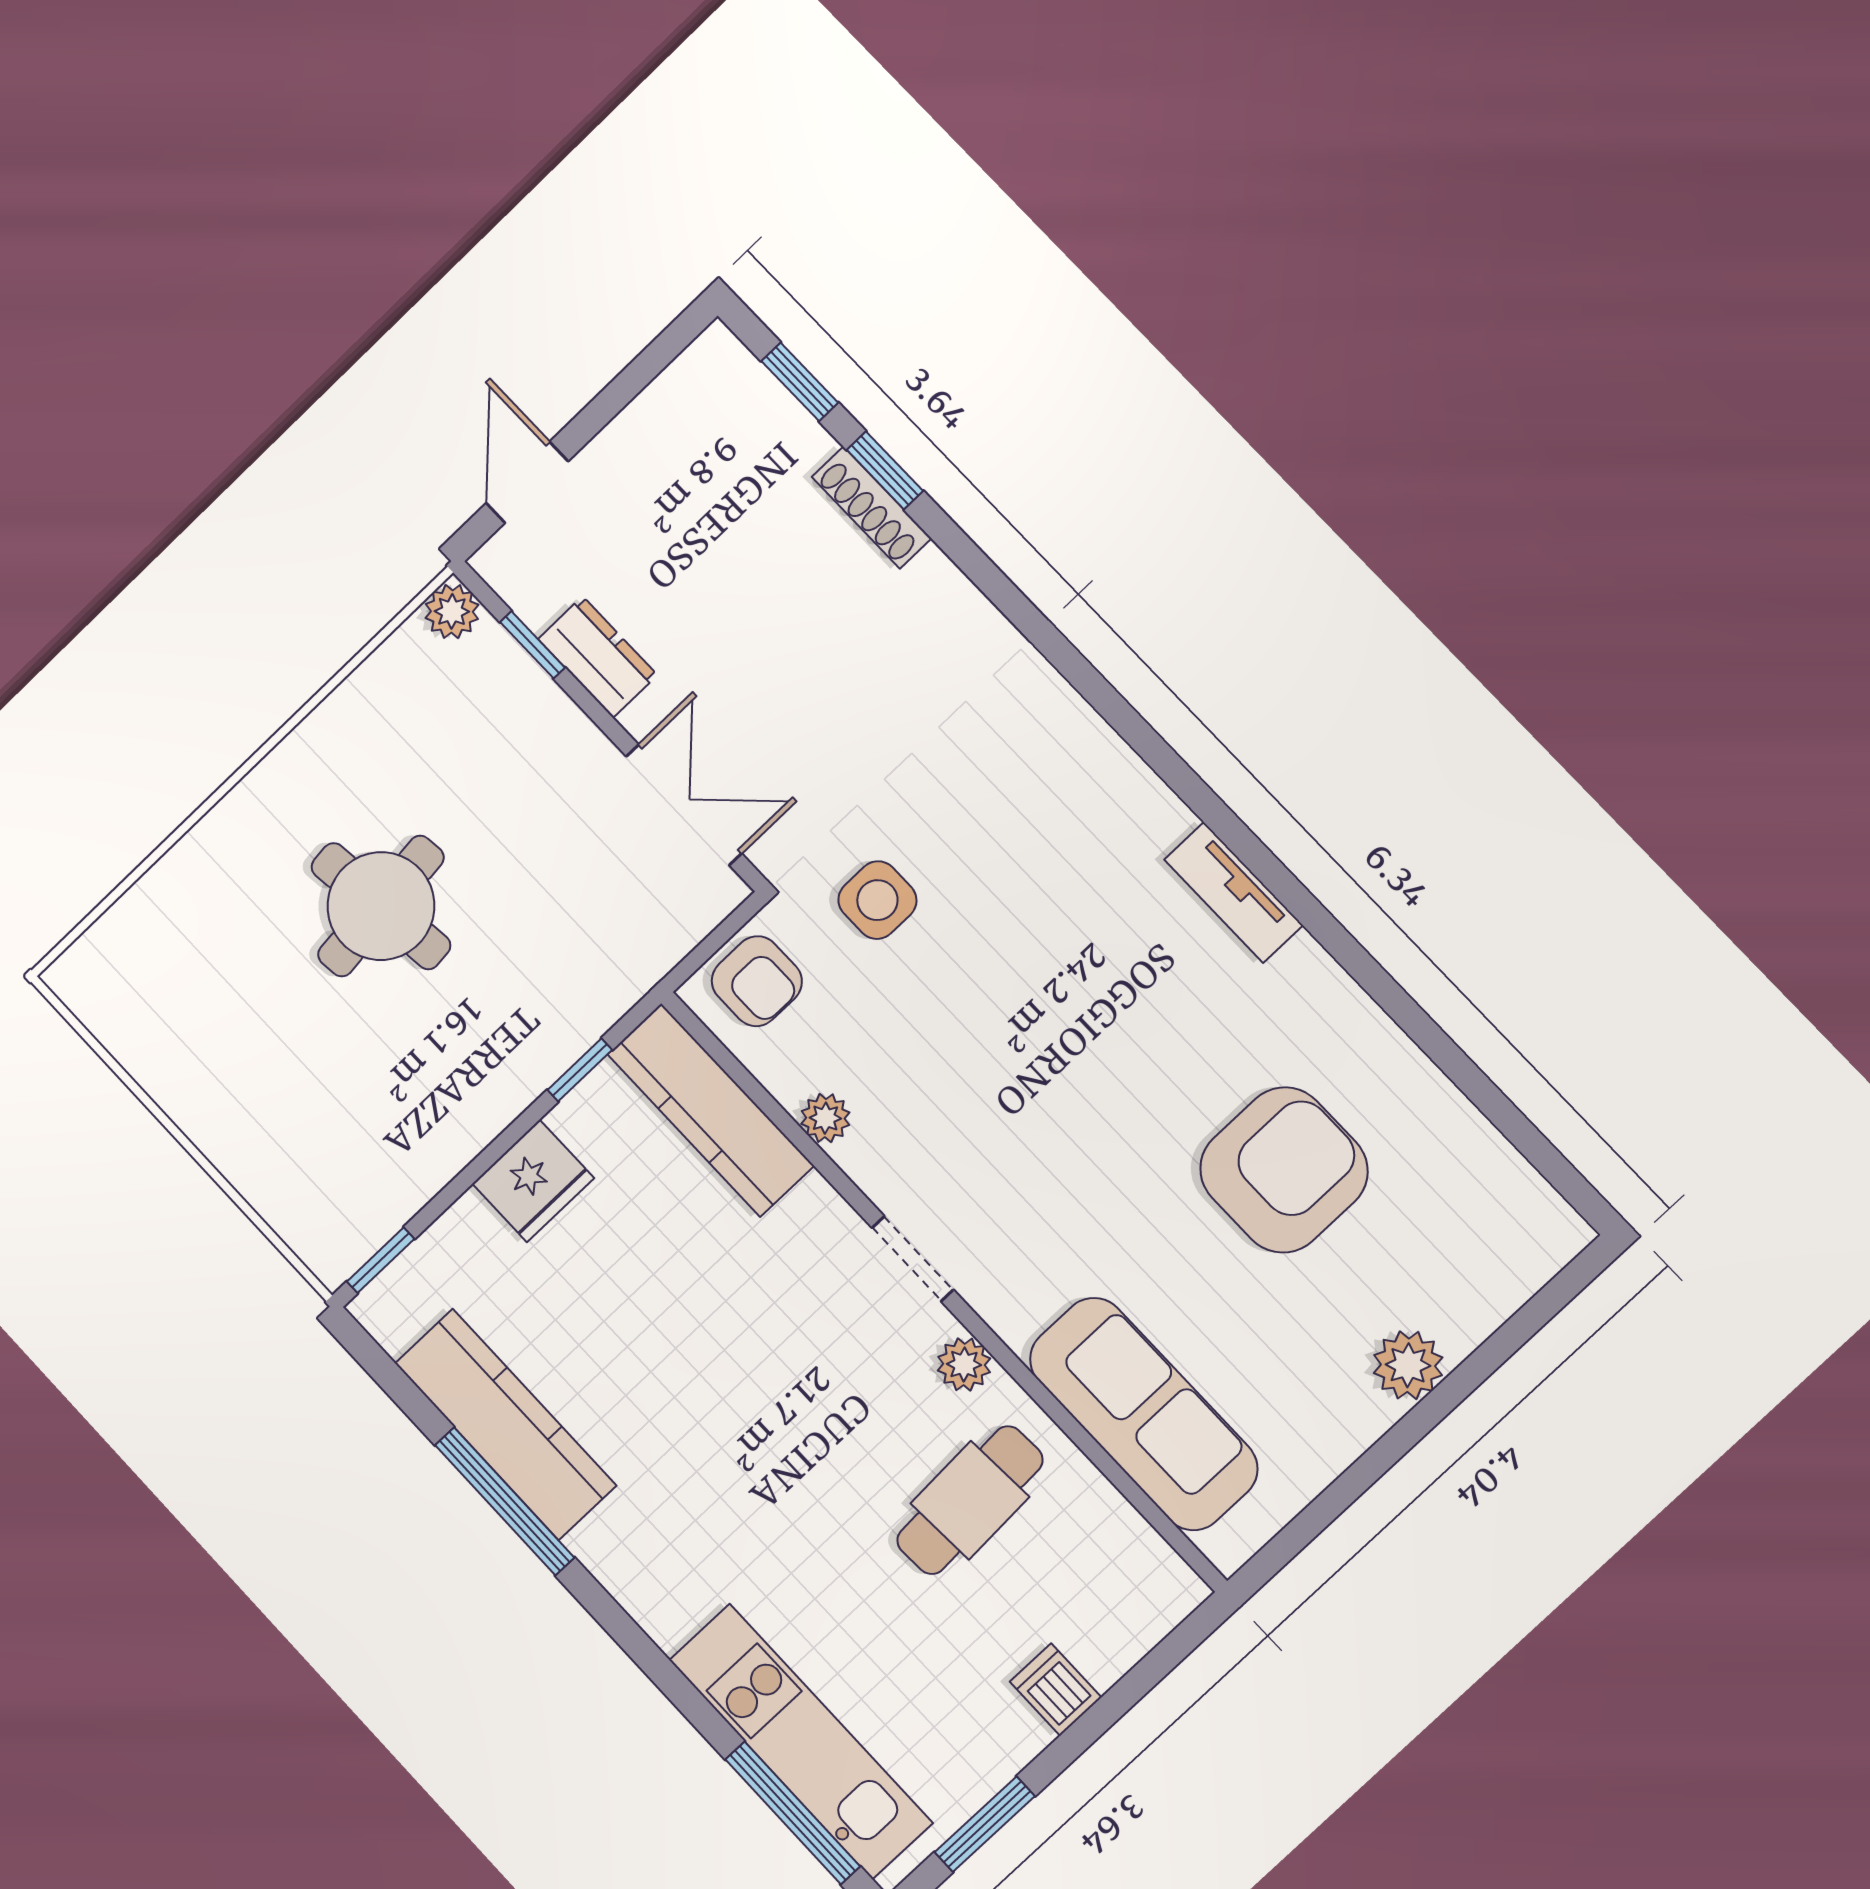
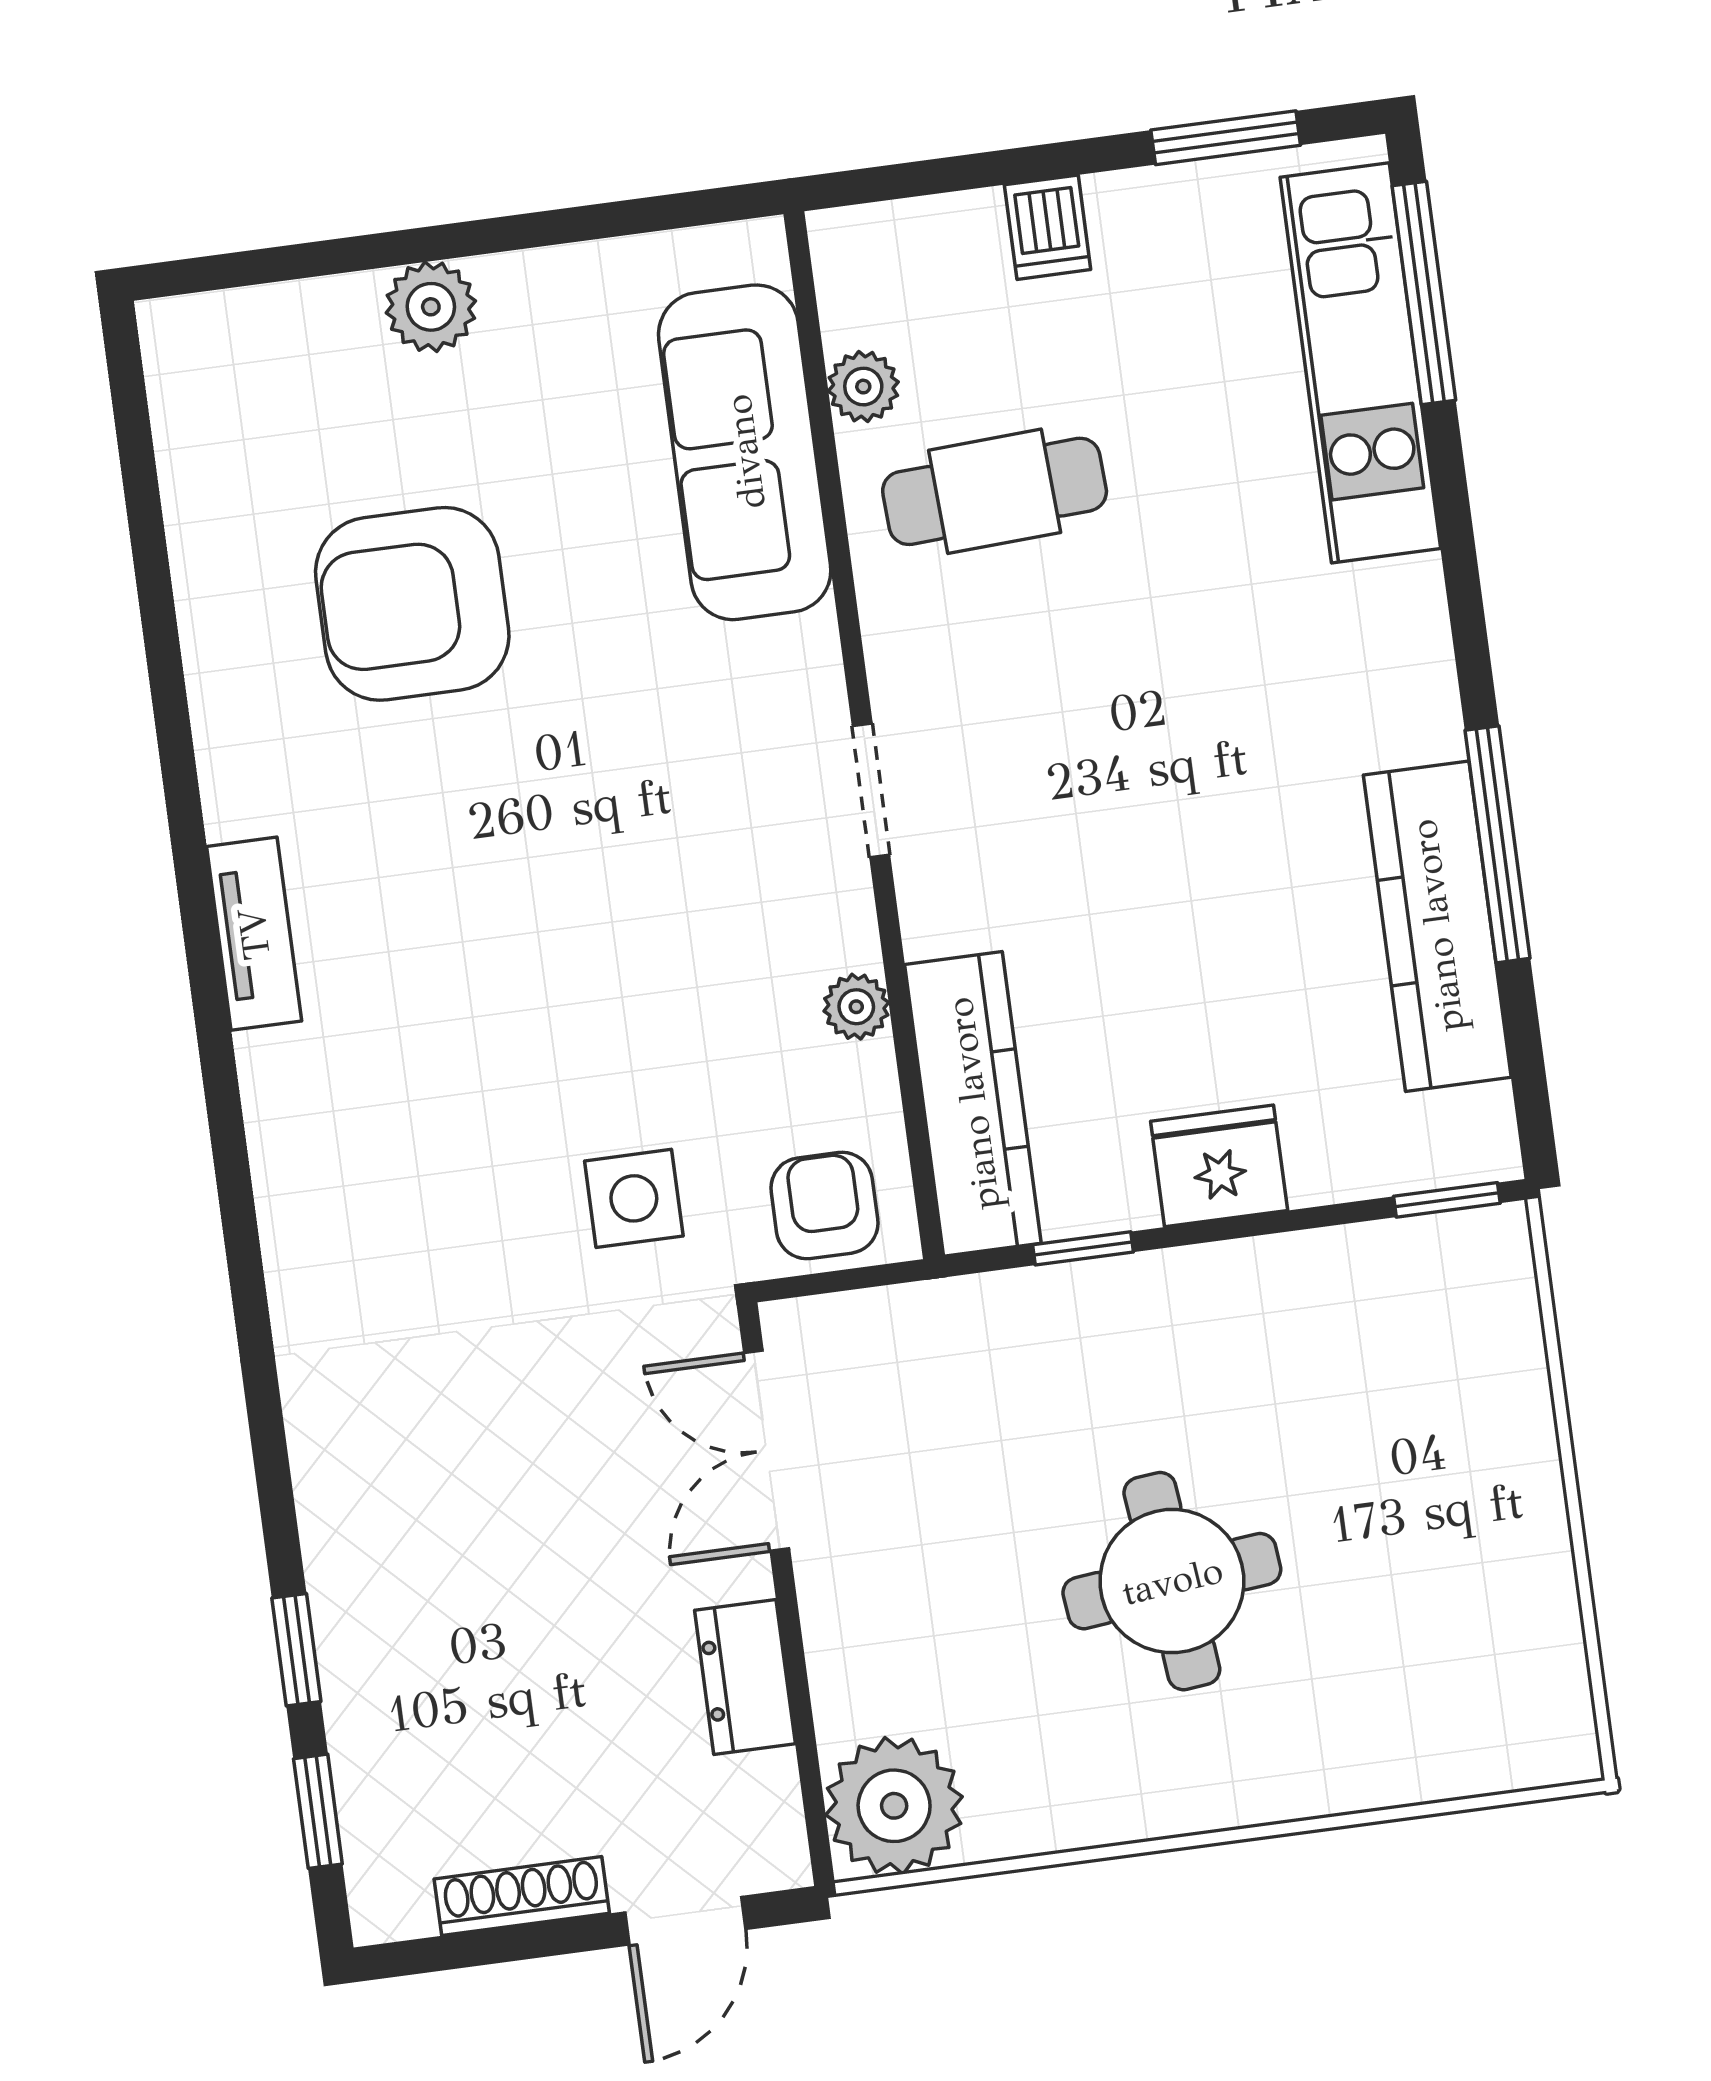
shoe rack: (872, 508) -> (522, 1896), moved, turned -90
plant: (452, 611) -> (894, 1806), width x1.88, depth x1.88
window: (532, 645) -> (805, 1742), removed
plant: (964, 1364) -> (863, 387), moved

